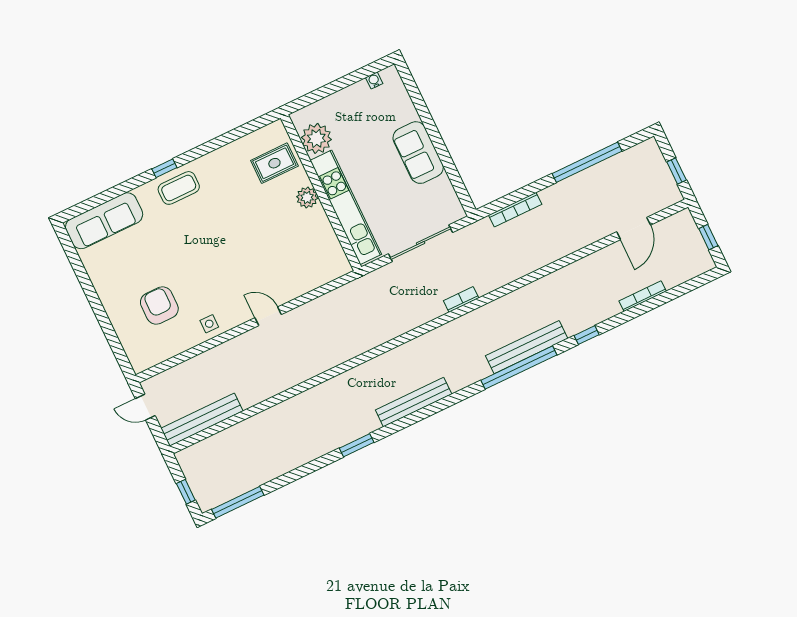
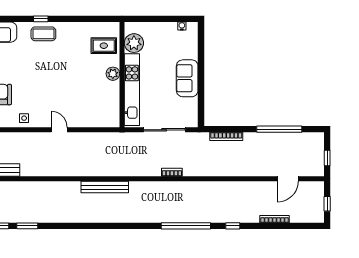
bench: (527, 347) -> (196, 217), removed
bench: (414, 402) -> (105, 187), moved
window: (357, 445) -> (27, 226), moved

